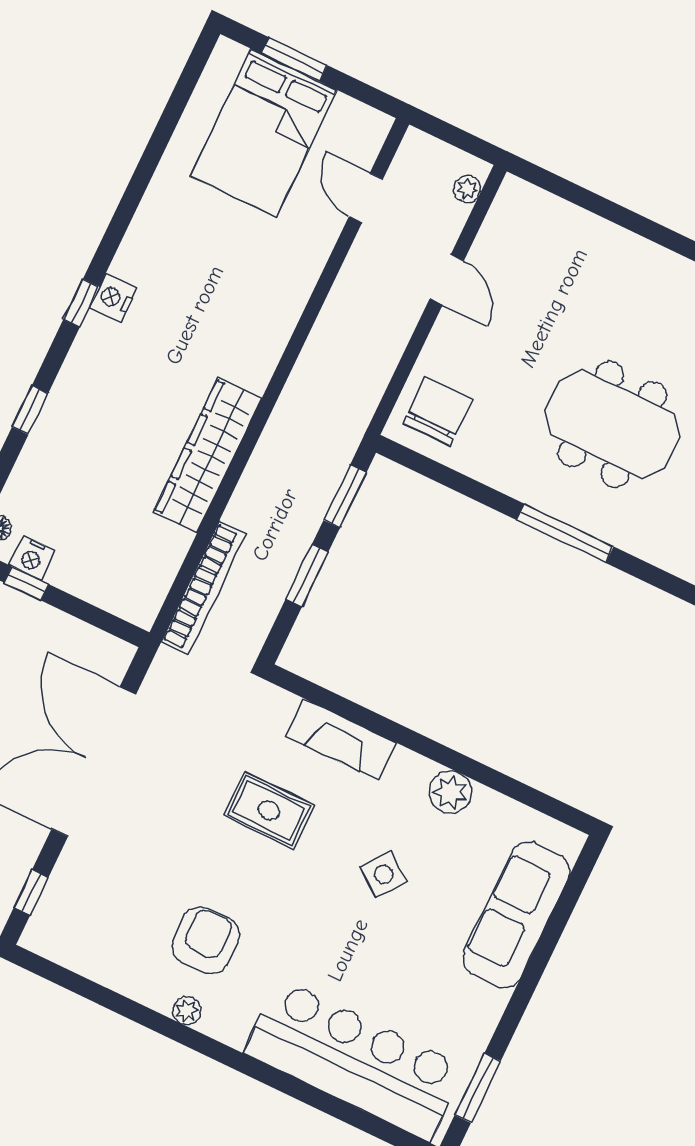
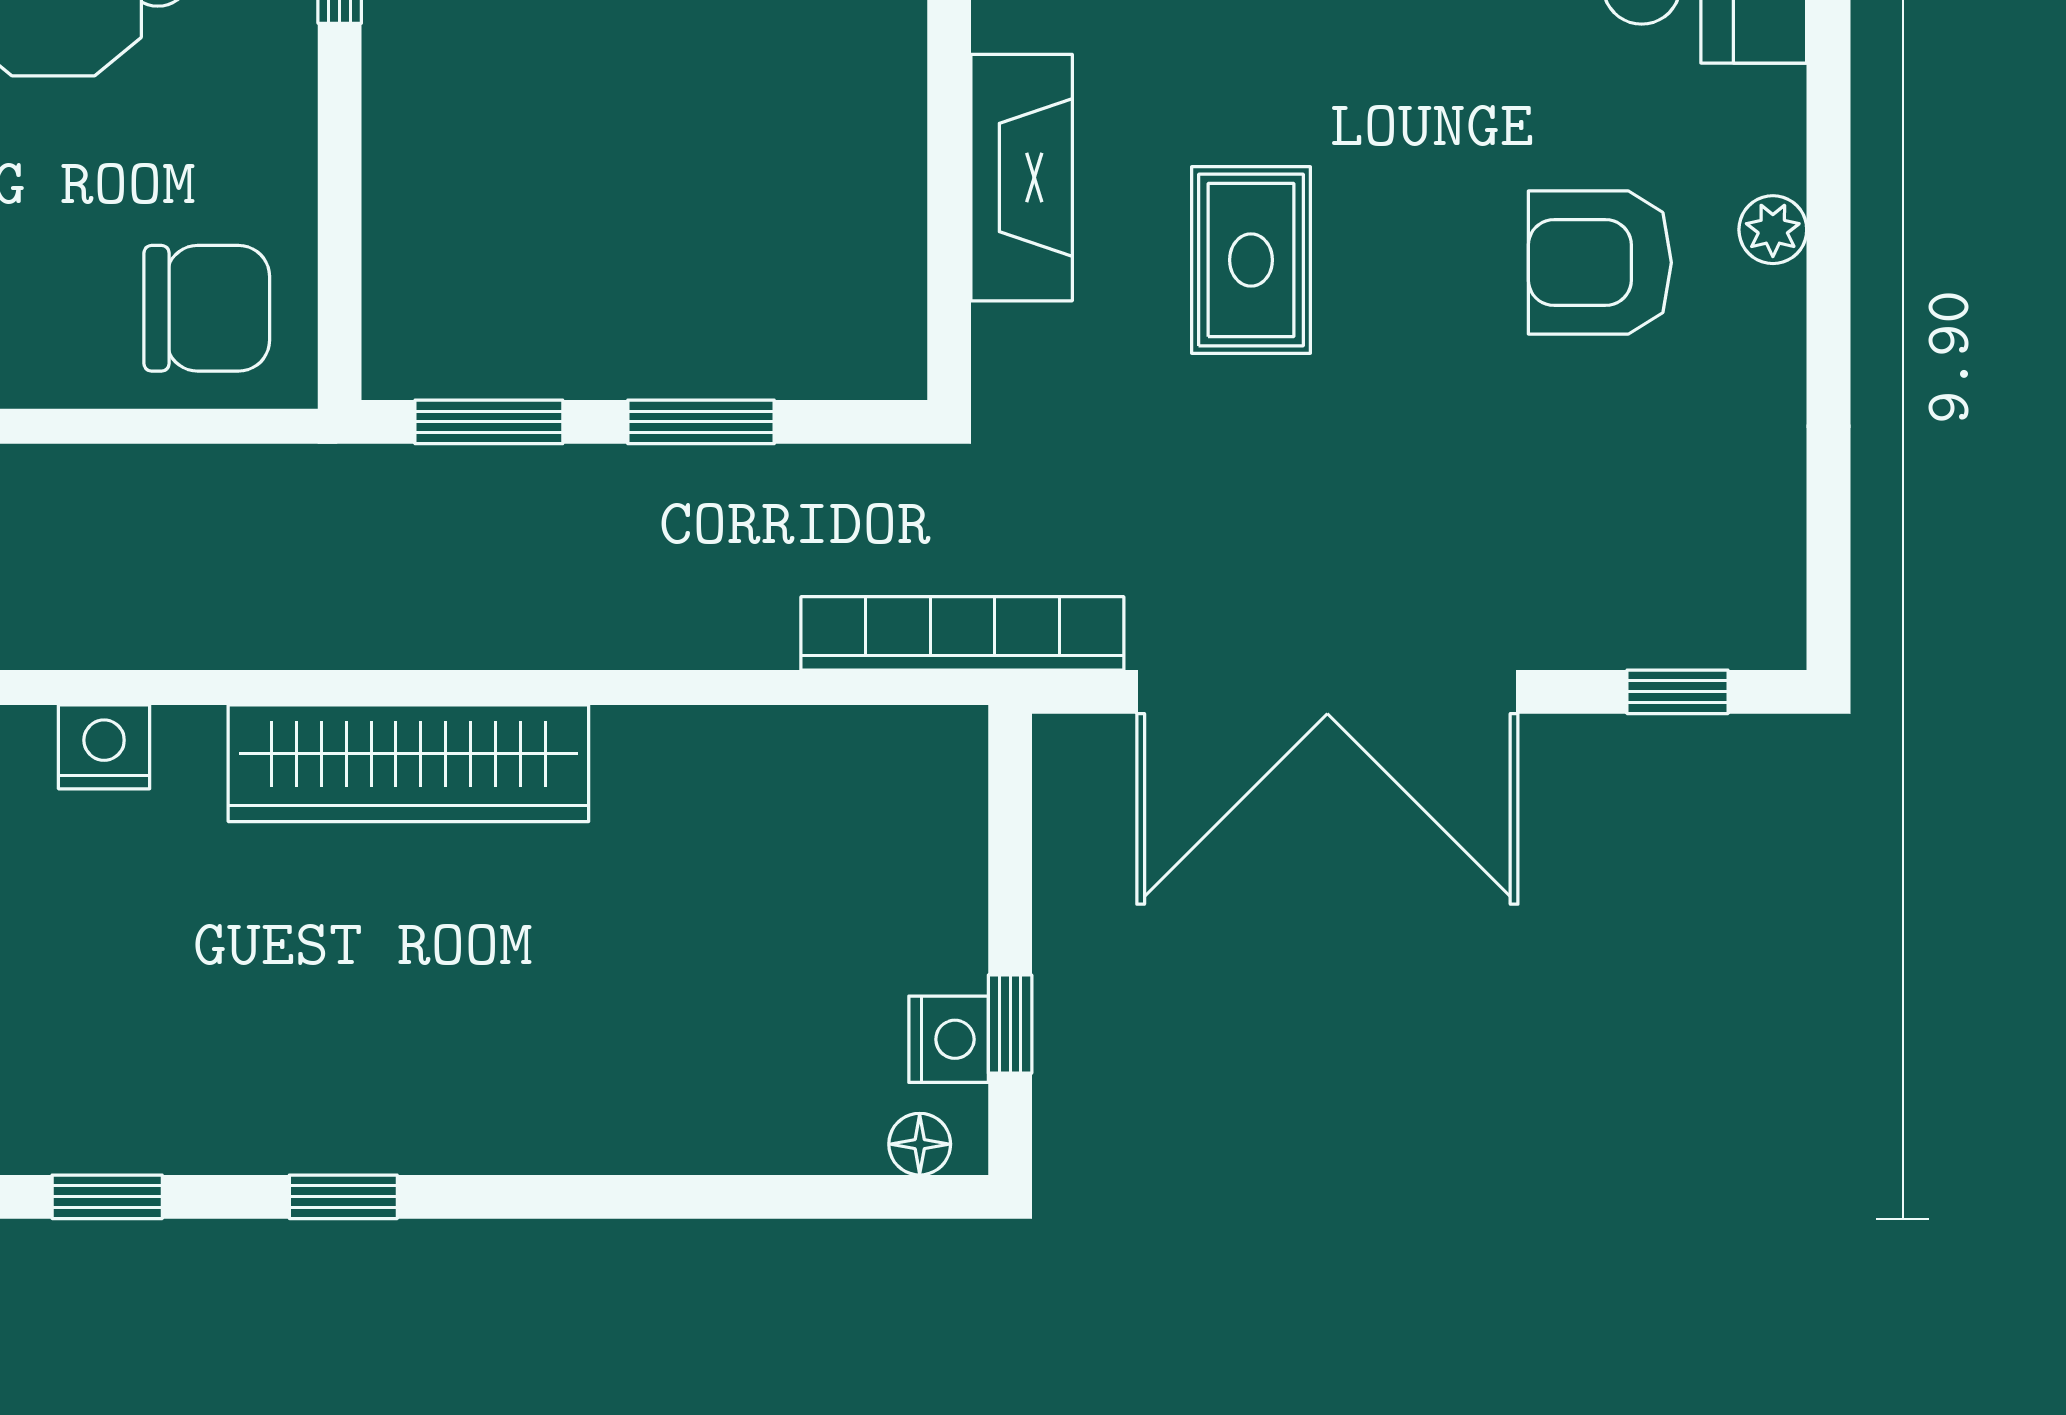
nightstand: (113, 298) -> (104, 747), moved, turned 180
window: (30, 410) -> (107, 1197), moved
chair: (438, 411) -> (207, 308), turned 180
wardrobe: (208, 455) -> (408, 763), moved
bookcase: (204, 588) -> (962, 633), moved

